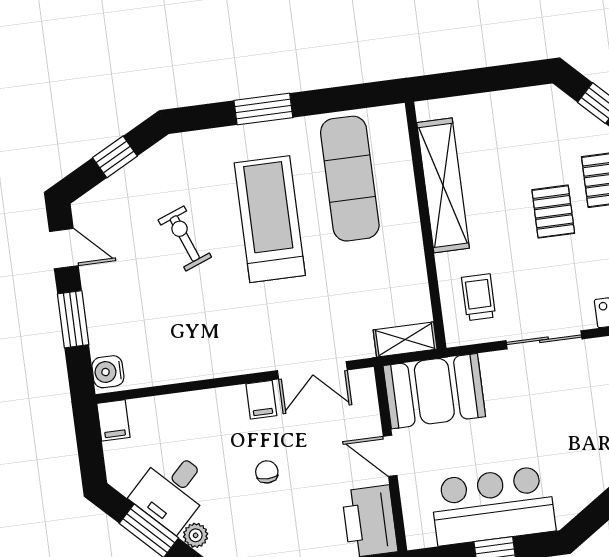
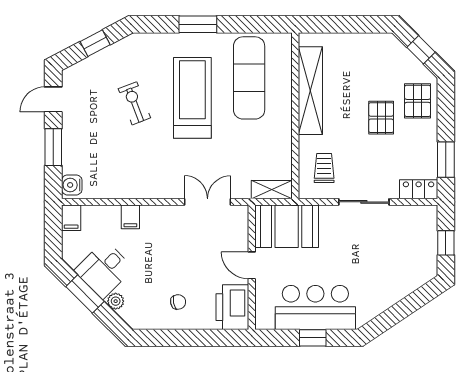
door: (64, 249) -> (53, 99), swing flipped
double door: (312, 370) -> (208, 202), swing flipped
filing cabinet: (261, 400) -> (130, 217), moved
chair: (267, 472) -> (178, 302), moved, turned 79

